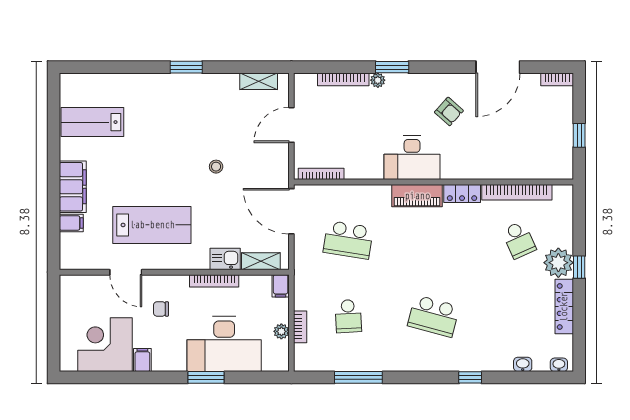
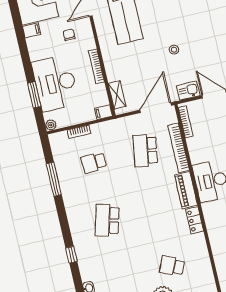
bookcase: (517, 192) -> (179, 148), moved
school desk: (519, 240) -> (172, 266), turned 48
kitchen sink: (225, 259) -> (188, 91), moved, turned -90
plant: (281, 331) -> (51, 125), moved
window: (206, 377) -> (34, 95), moved

